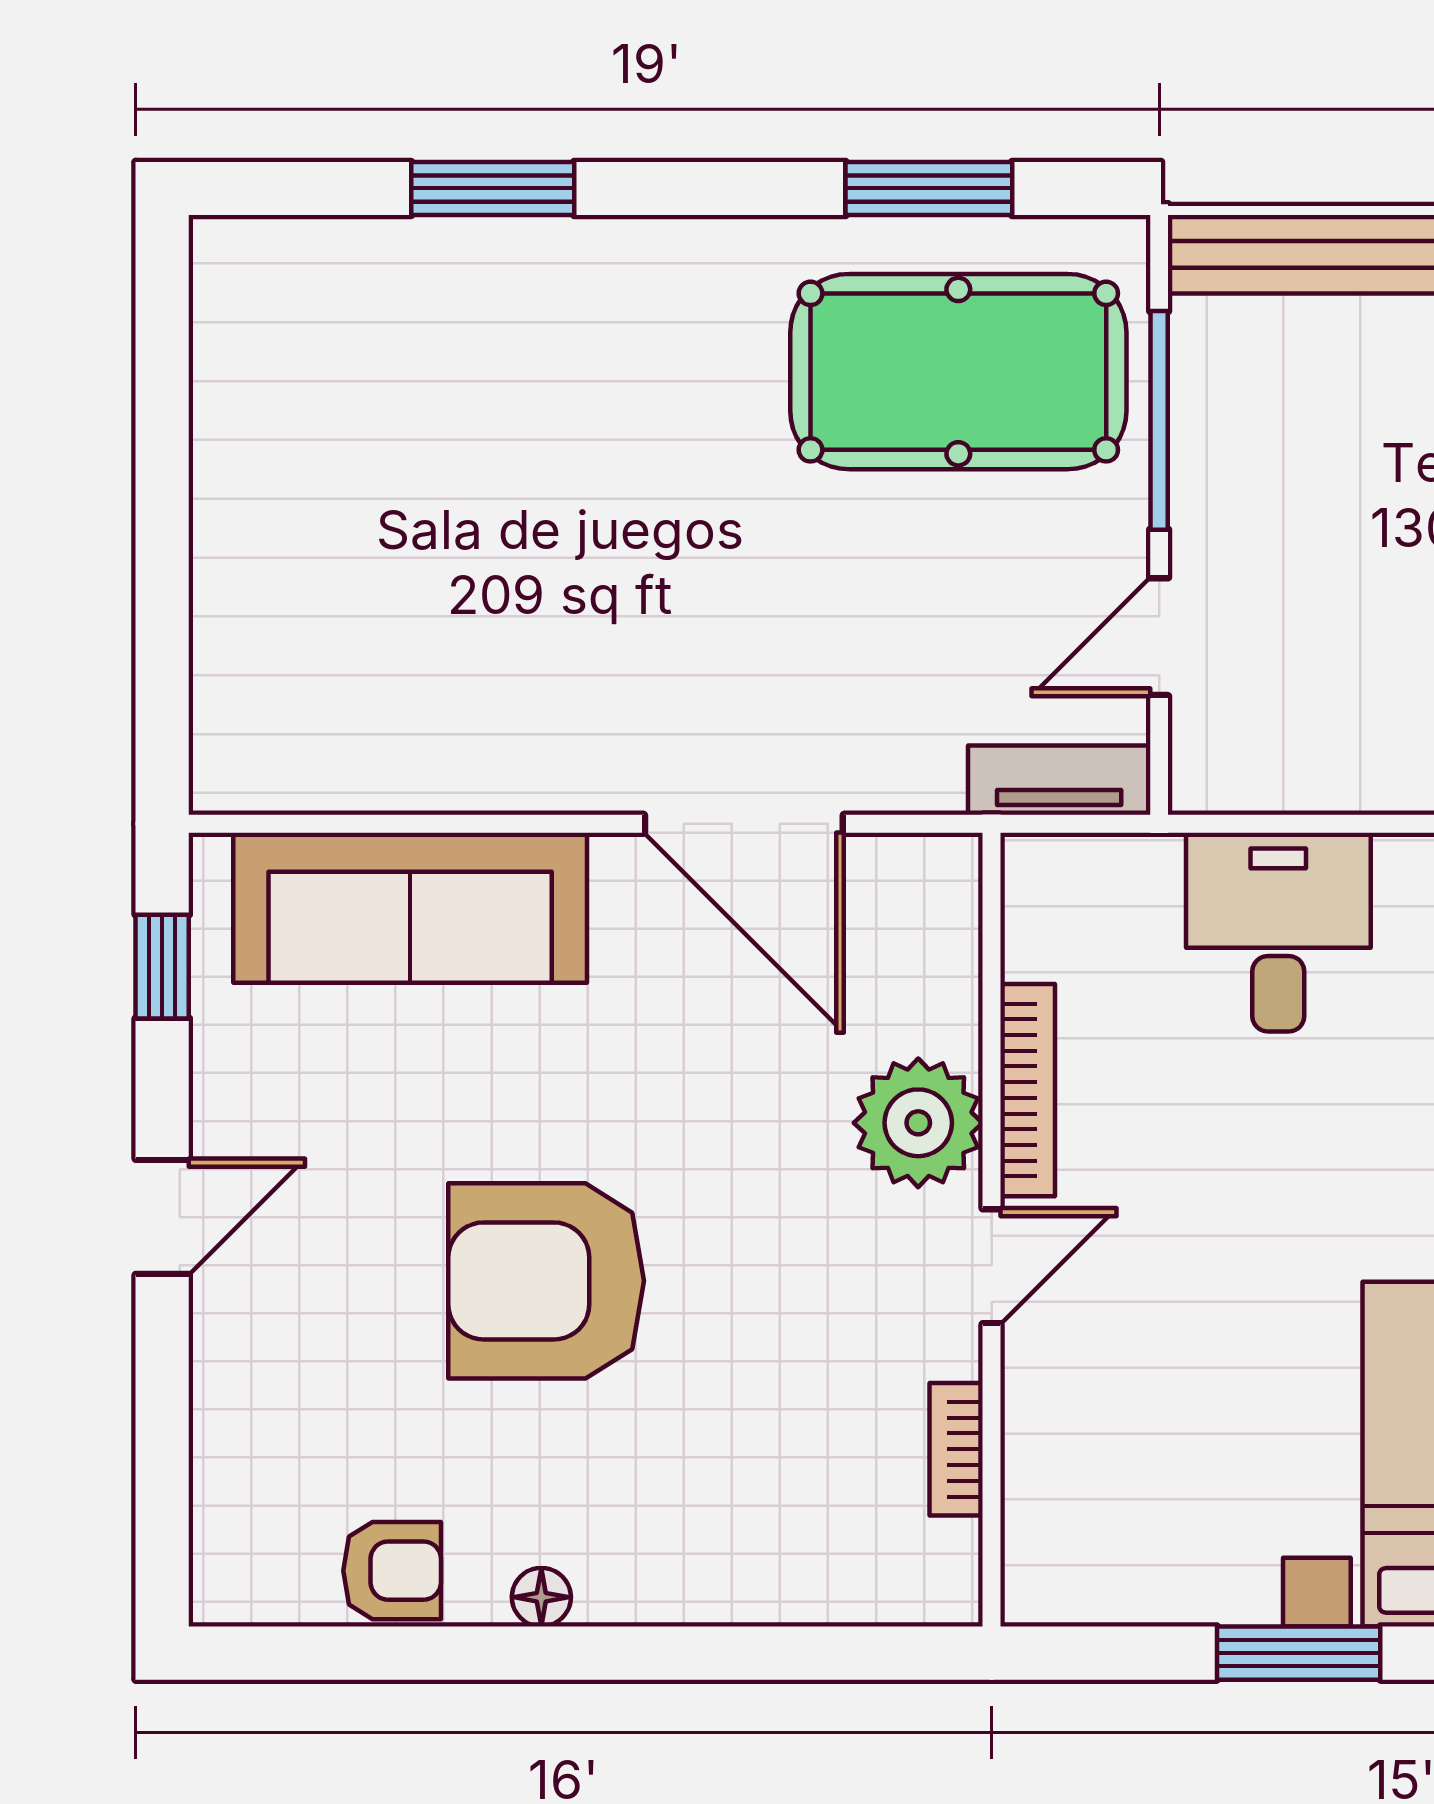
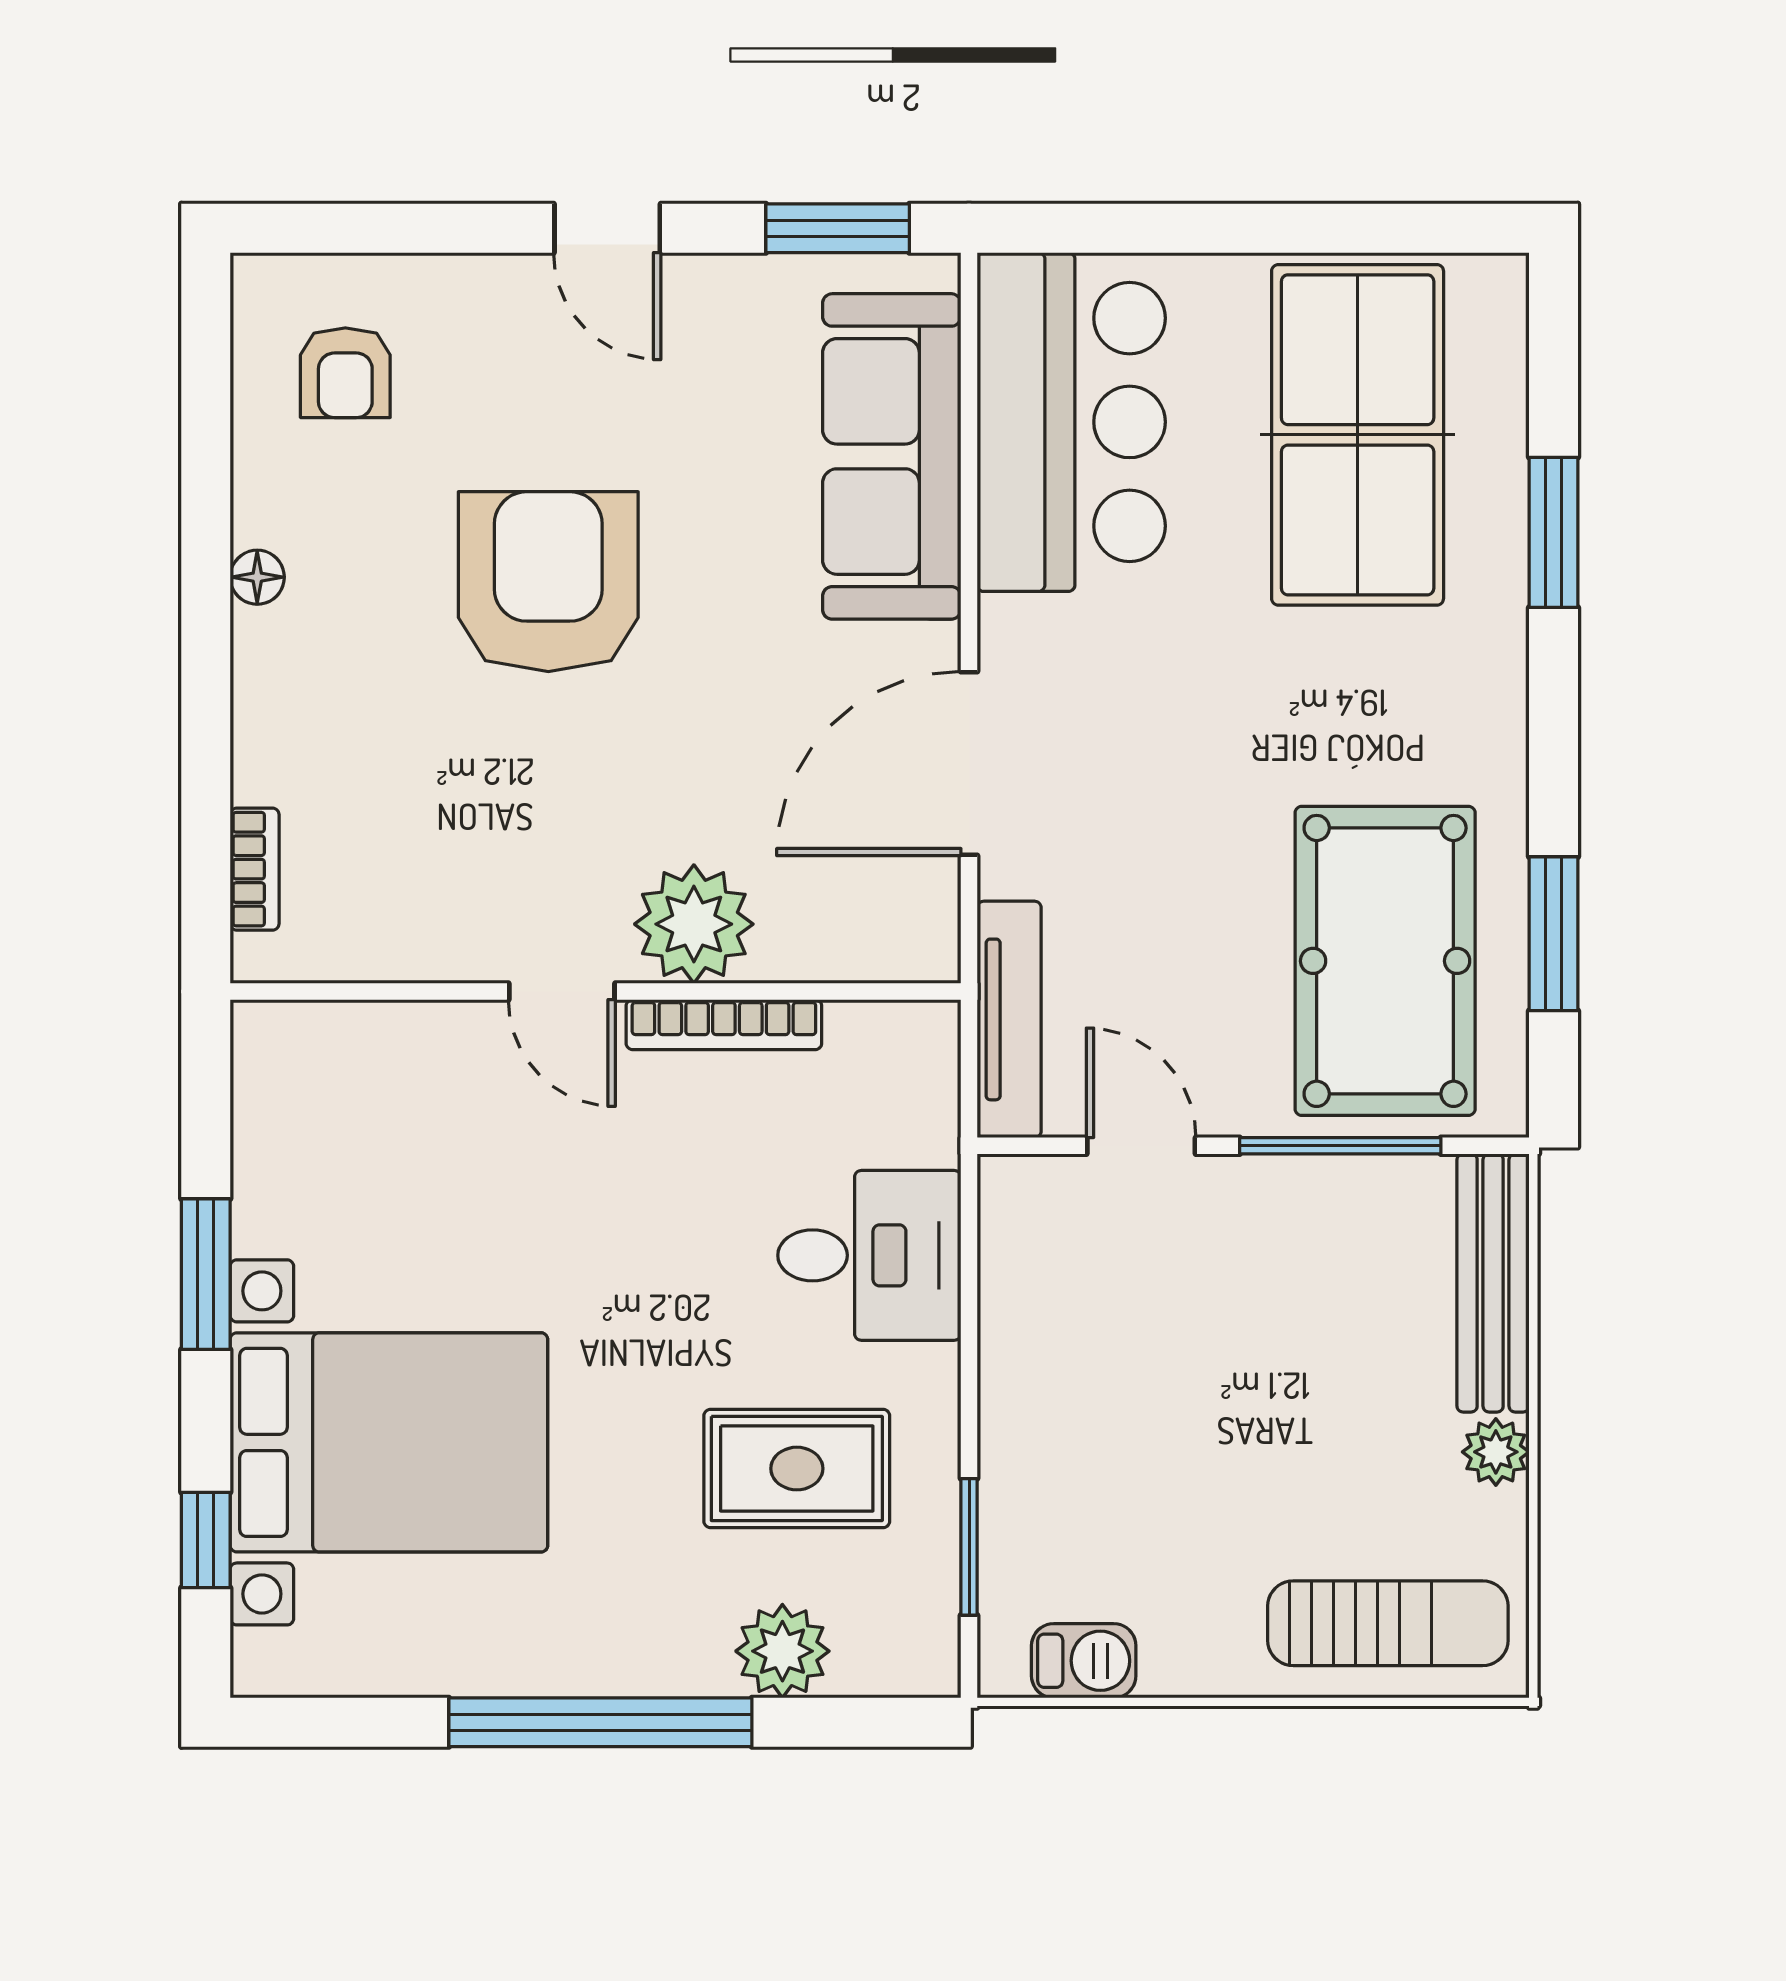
table tennis table: (387, 401) -> (1358, 435), added
bar counter: (373, 713) -> (1071, 422), added
tv unit: (1059, 780) -> (1009, 1019), width x1.41
window: (162, 967) -> (838, 228), width x1.50
bookcase: (956, 1449) -> (255, 869), moved, turned 90
armchair: (392, 1571) -> (345, 373), moved

